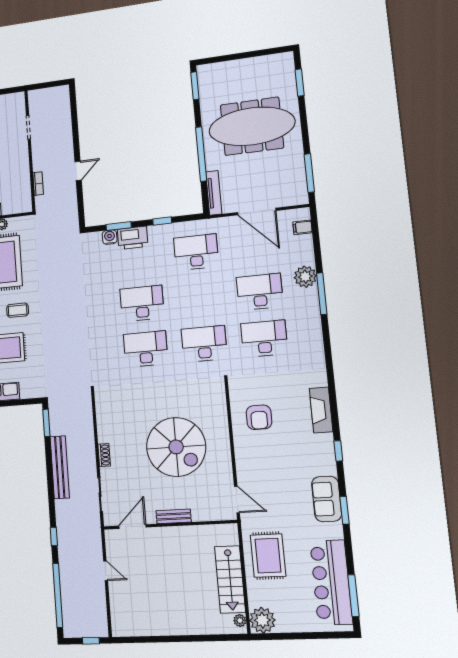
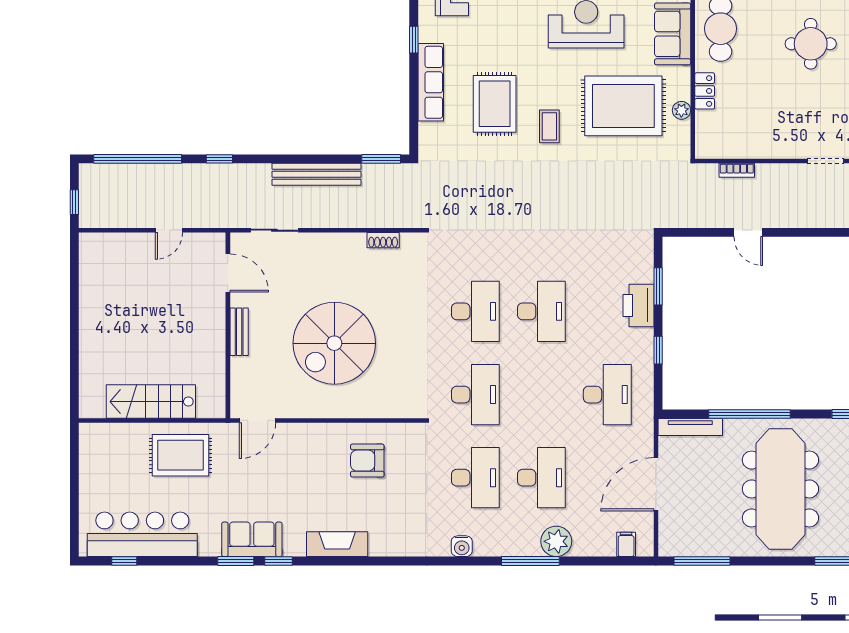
water cooler: (110, 237) -> (462, 546), moved, turned 90
fireplace: (321, 410) -> (337, 544), moved
window: (338, 451) -> (279, 561), moved
shoe rack: (104, 455) -> (383, 240), moved
window: (353, 596) -> (124, 561), width x0.46
plant: (240, 620) -> (96, 410), removed
plant: (262, 620) -> (96, 440), removed

